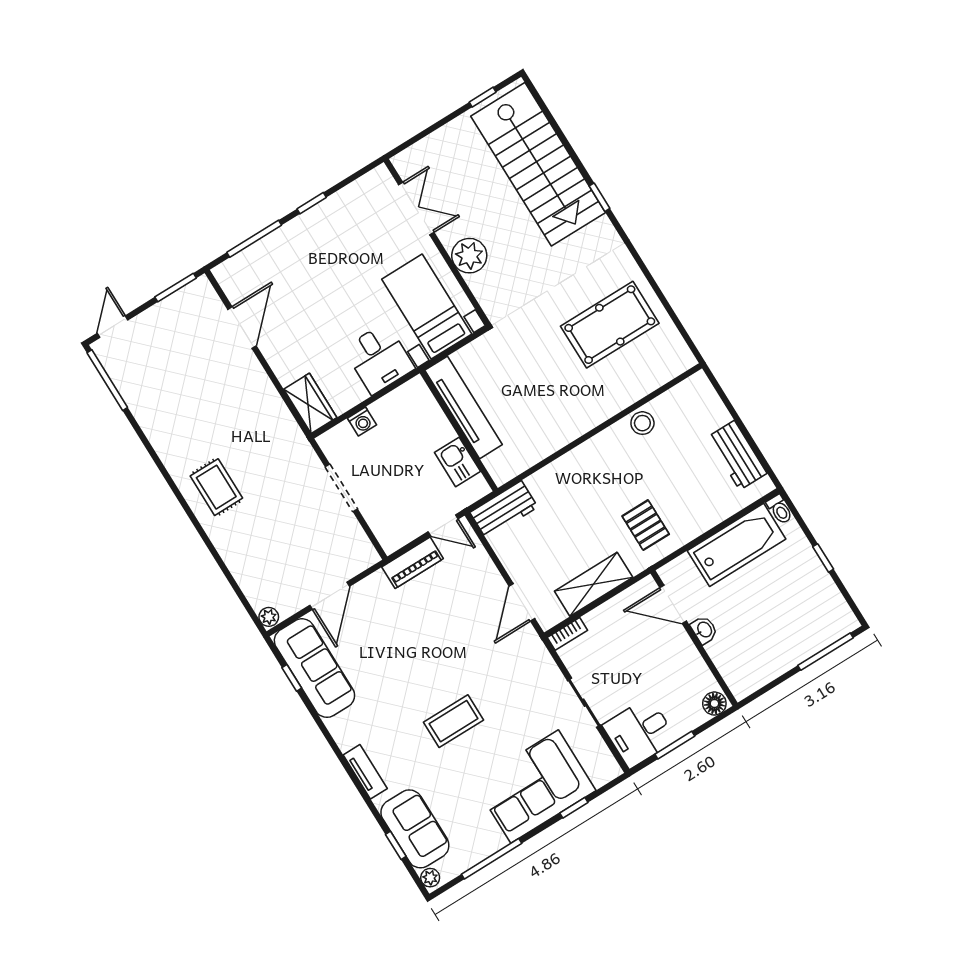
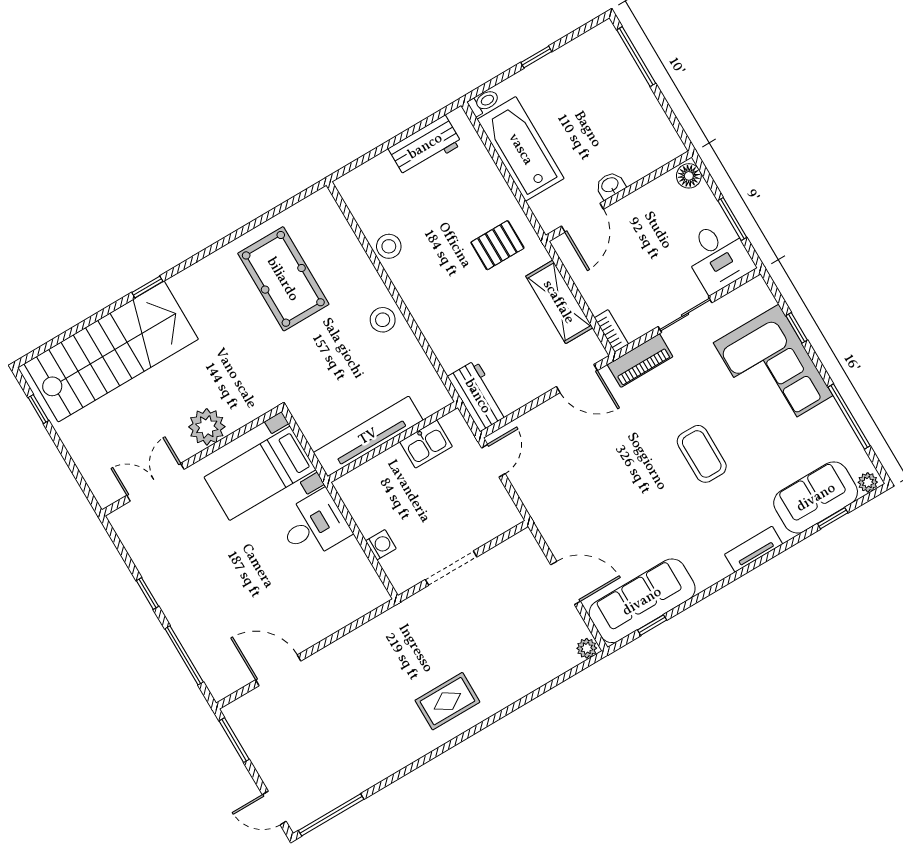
wardrobe: (310, 403) -> (360, 599), removed
stool: (573, 419) -> (383, 320), added
piano: (413, 563) -> (640, 361), moved, turned 90

